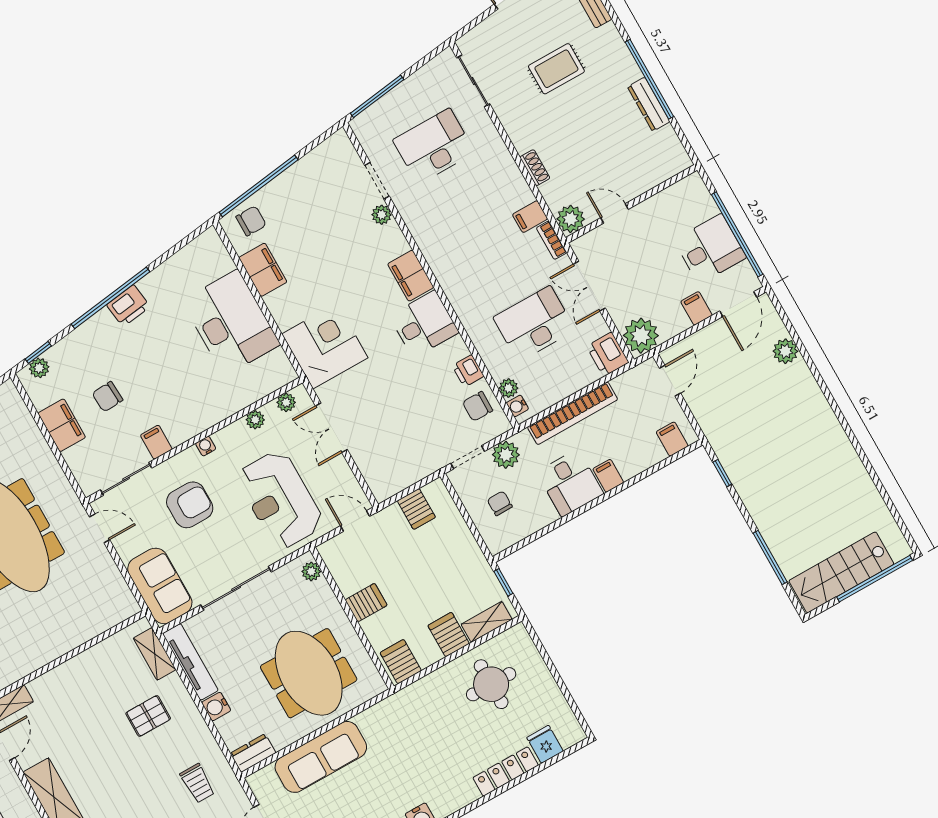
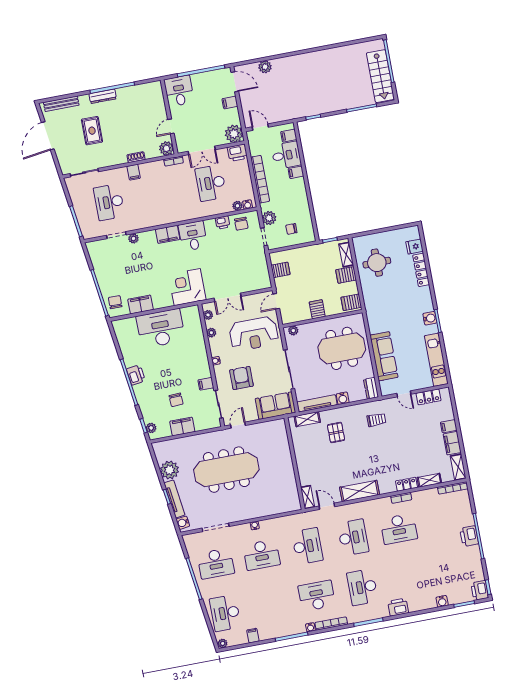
dresser: (649, 104) -> (103, 96), moved
filing cabinet: (530, 217) -> (134, 172), moved
desk: (710, 249) -> (179, 91), moved
desk: (570, 483) -> (286, 155), moved

